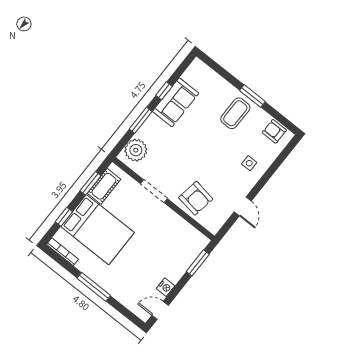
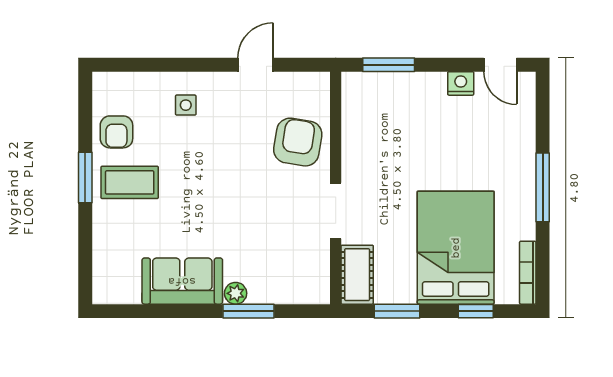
window: (164, 91) -> (179, 311), removed
armchair: (274, 131) -> (116, 132), moved
plant: (136, 150) -> (236, 293), moved, width x0.53, depth x0.53
cot: (104, 186) -> (357, 275), moved, turned 90

